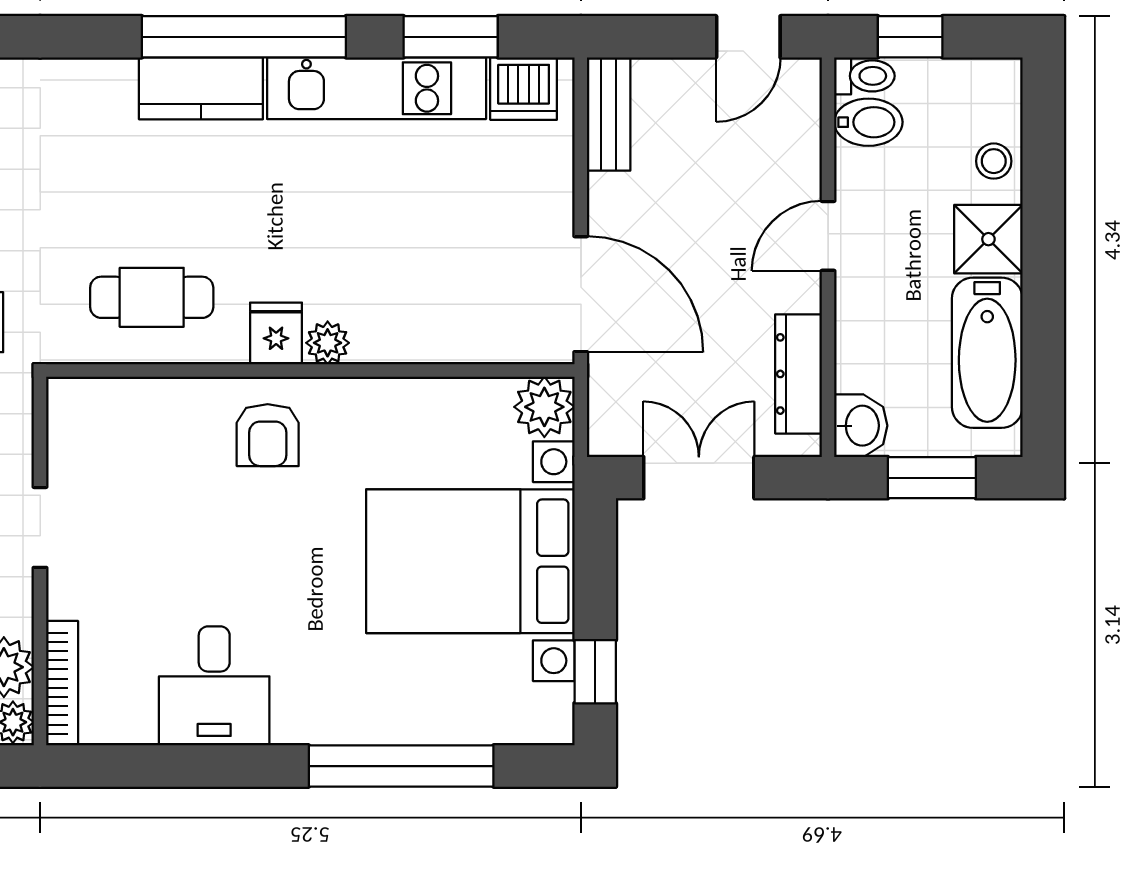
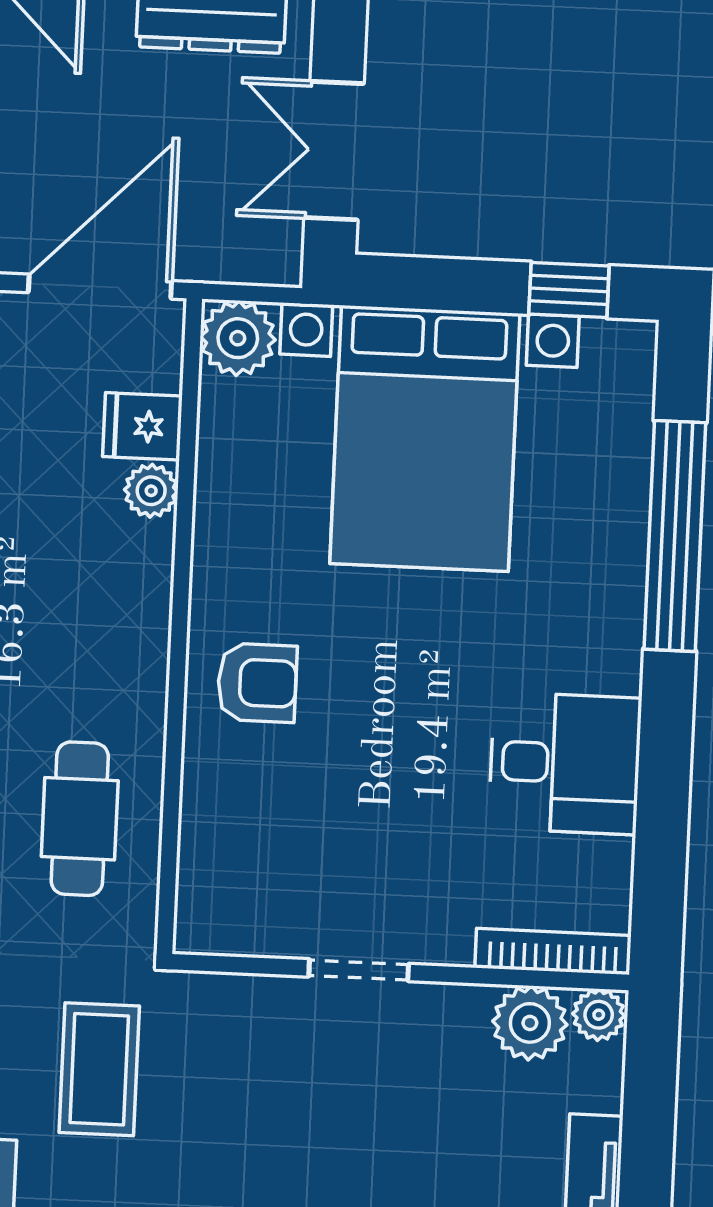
fridge: (276, 333) -> (142, 426), moved
plant: (328, 343) -> (151, 491), moved

